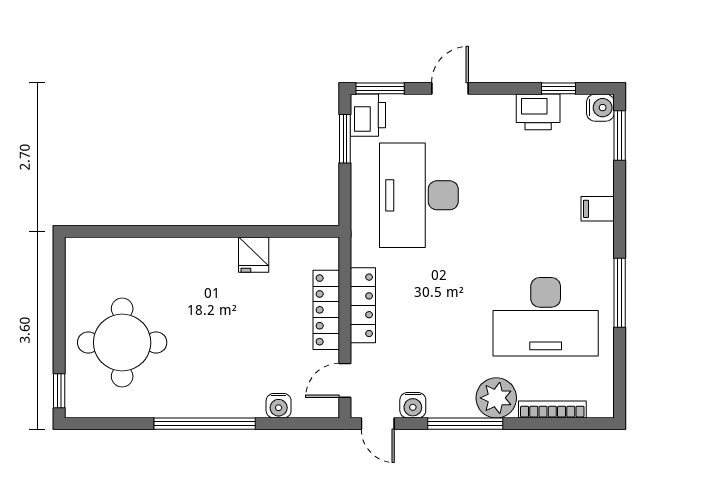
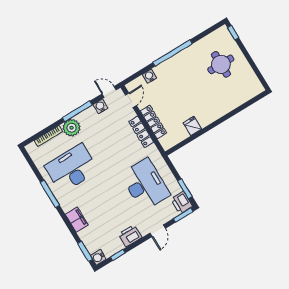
printer: (538, 112) -> (130, 236), moved
filing cabinet: (598, 209) -> (77, 220), width x2.00
round table: (122, 343) -> (221, 64), width x0.73, depth x0.73

